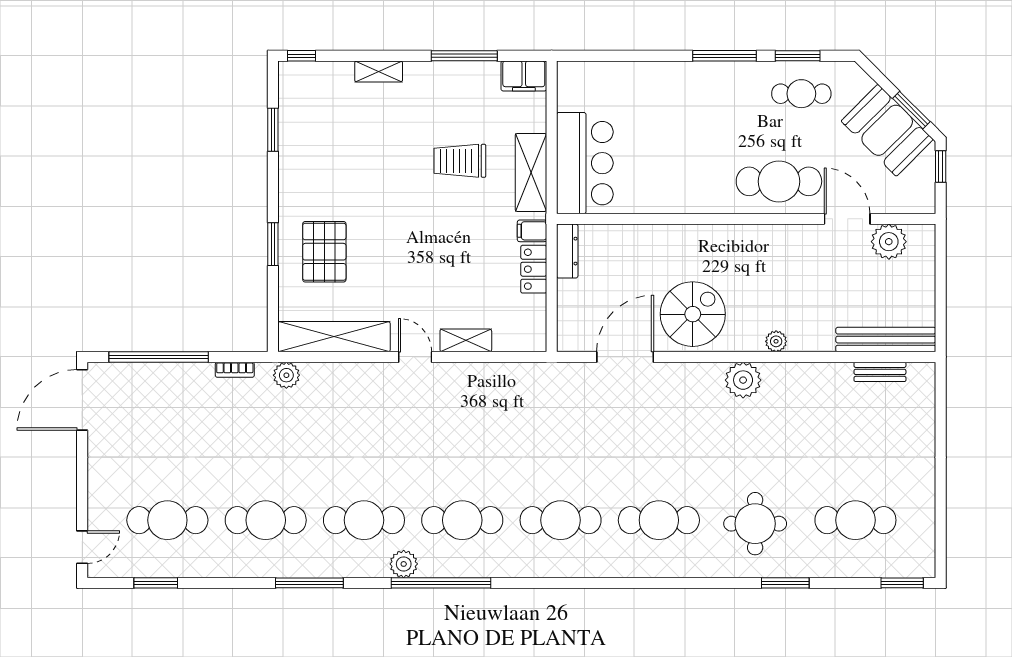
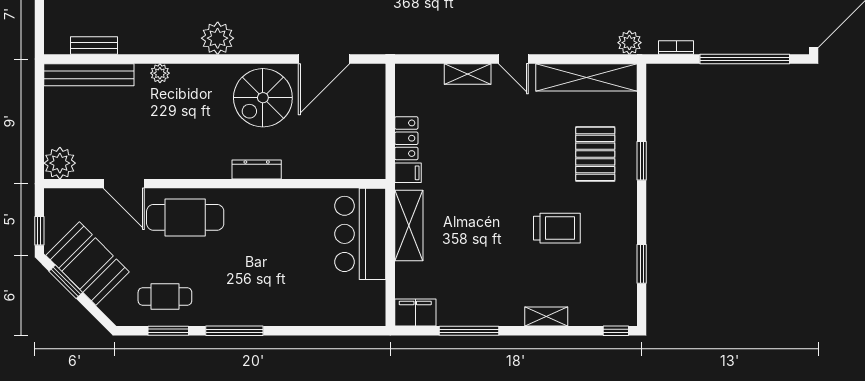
trolley: (460, 161) -> (557, 228), moved
plant: (889, 242) -> (60, 163), moved
dresser: (567, 251) -> (257, 169), moved, turned 90
plant: (776, 341) -> (160, 73), moved

